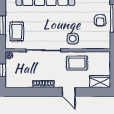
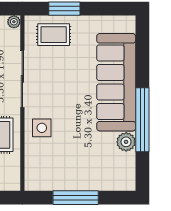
armchair: (100, 20) -> (72, 174), removed

